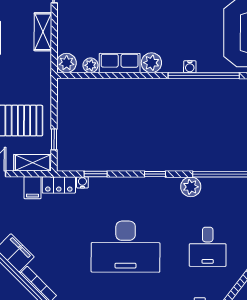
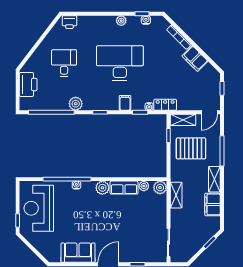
shelving: (43, 32) -> (176, 195), moved
filing cabinet: (33, 188) -> (125, 103), moved

